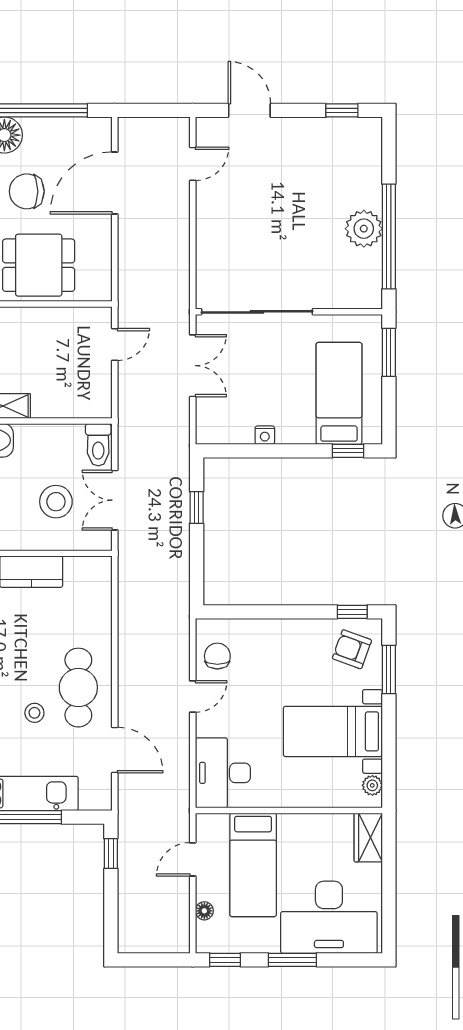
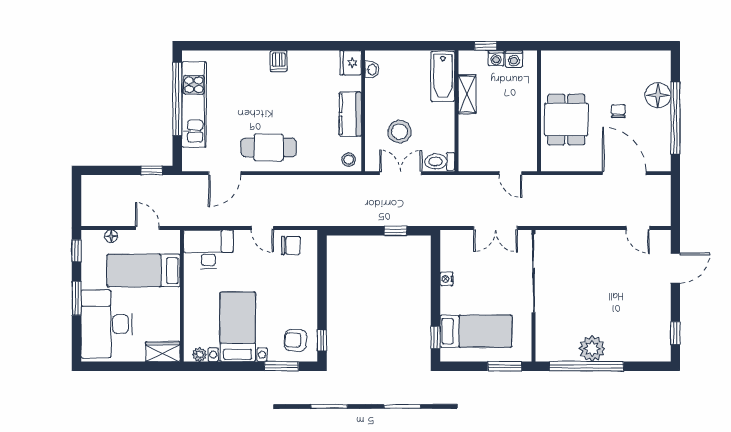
chair: (27, 191) -> (618, 111), width x0.54, depth x0.54
armchair: (352, 649) -> (296, 340), turned -106
stool: (34, 713) -> (349, 160), moved

